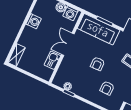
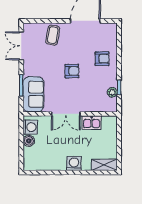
washing machine: (34, 21) -> (74, 164), moved
sofa: (98, 29) -> (33, 94), width x0.73
armchair: (107, 88) -> (102, 59), moved

